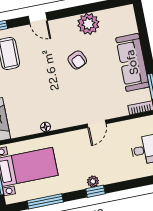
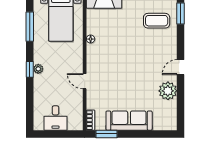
door: (38, 18) -> (181, 67), moved
armchair: (77, 60) -> (140, 76), removed

